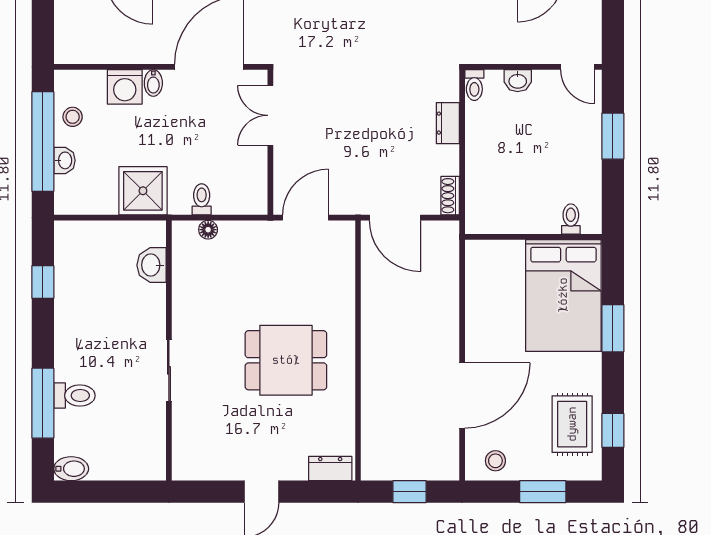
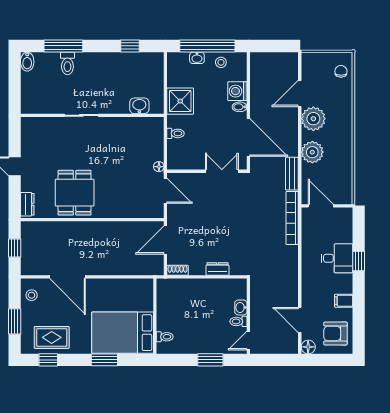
toilet: (474, 85) -> (238, 321), moved
floor lamp: (208, 230) -> (159, 167), moved
dining table: (286, 360) -> (75, 193), moved

